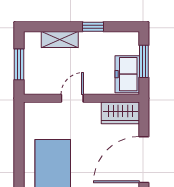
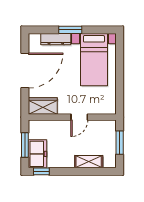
window: (93, 27) -> (41, 171), moved
freezer: (127, 74) -> (37, 154), moved

